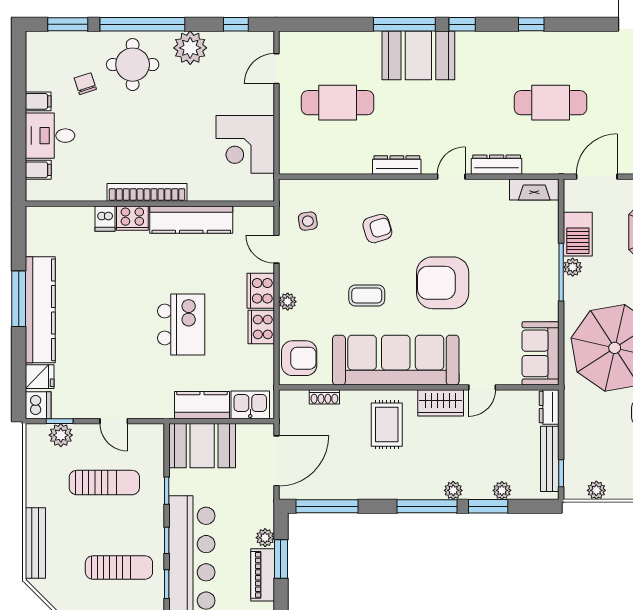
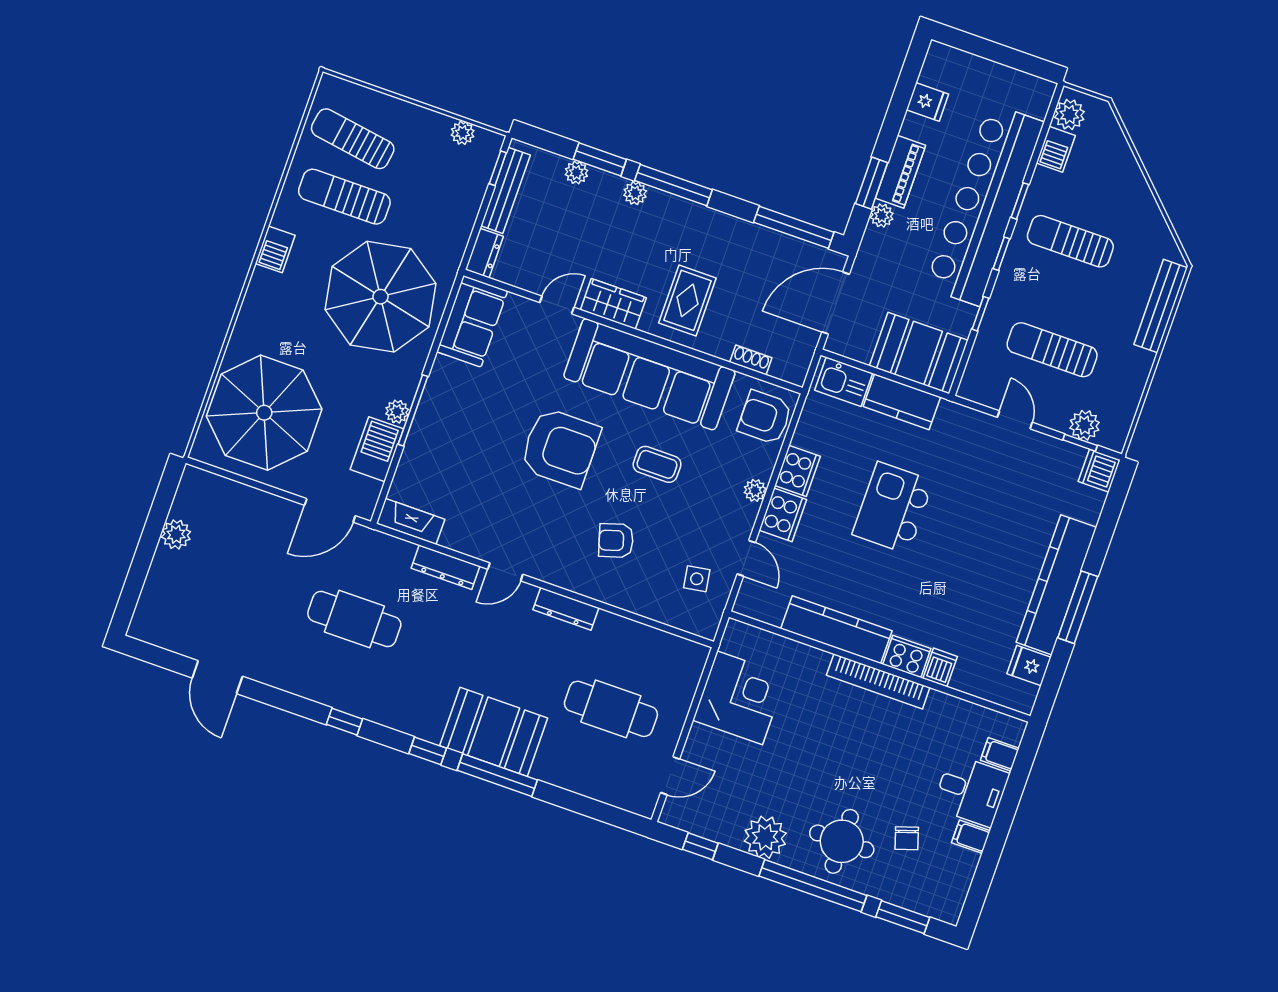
fridge: (40, 377) -> (1029, 666), moved

